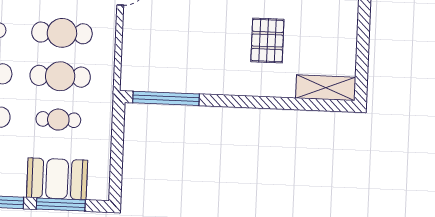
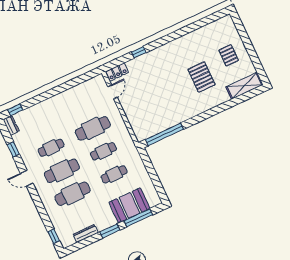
pallet: (326, 29) -> (229, 55), added
cafe table: (60, 76) -> (103, 151), width x0.73, depth x0.74

